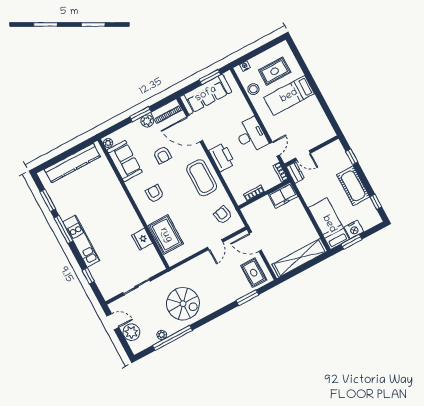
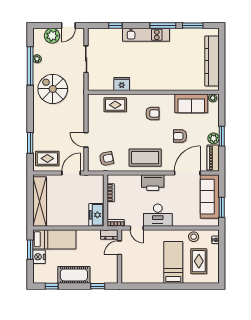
rug: (166, 235) -> (115, 105), width x0.73, depth x0.70
spiral stairs: (183, 304) -> (53, 89), turned 90

